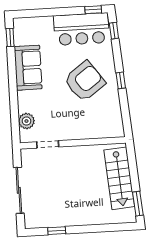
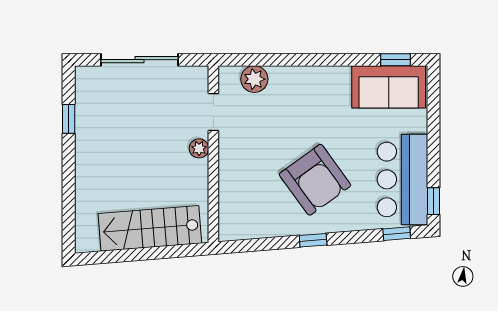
sofa: (28, 68) -> (389, 87), moved
plant: (70, 152) -> (199, 148), added
window: (138, 204) -> (106, 257), removed

